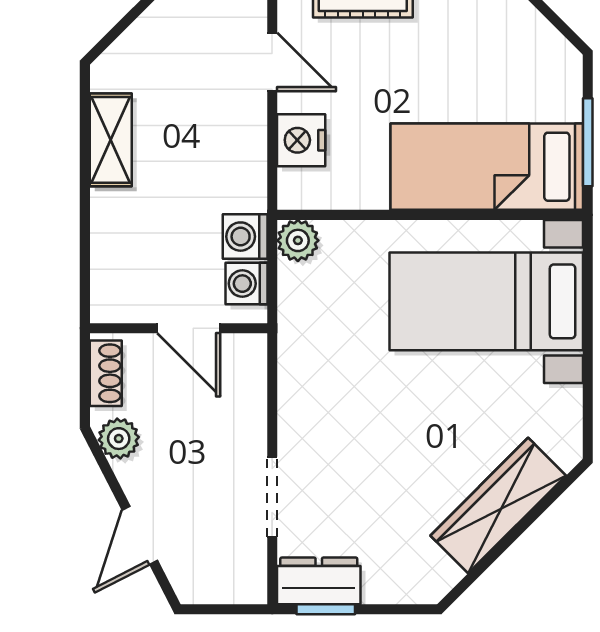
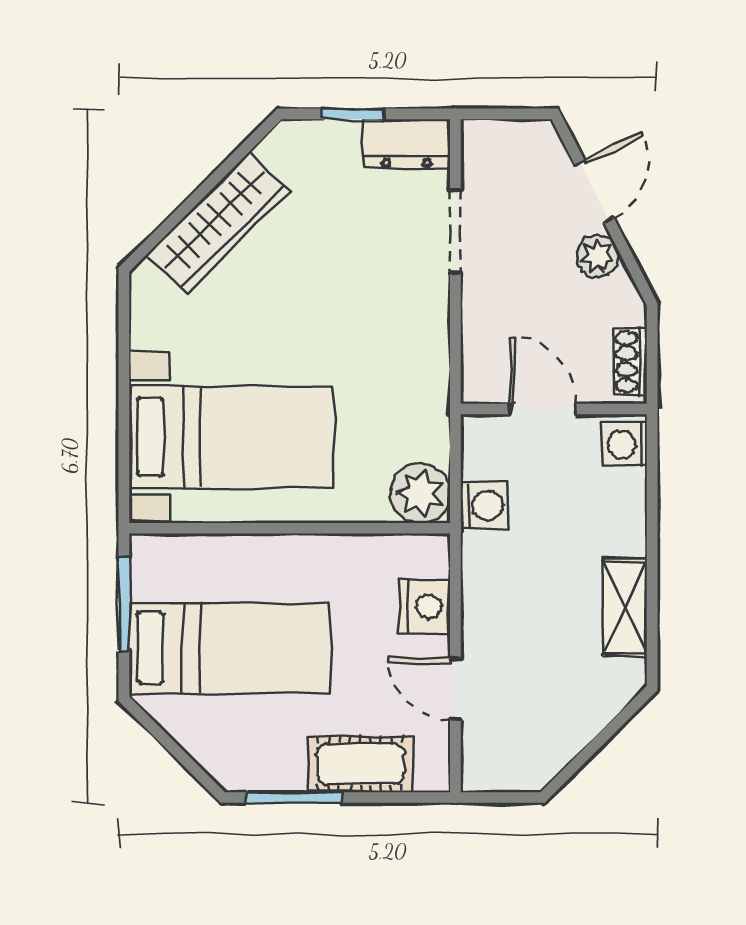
bed: (487, 167) -> (230, 648), moved
plant: (298, 240) -> (420, 493), width x1.38, depth x1.38
washing machine: (246, 284) -> (625, 444), moved, turned 180
plant: (119, 439) -> (598, 256), moved
window: (326, 609) -> (353, 114), moved

